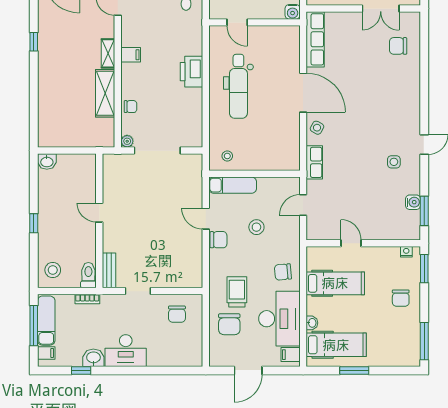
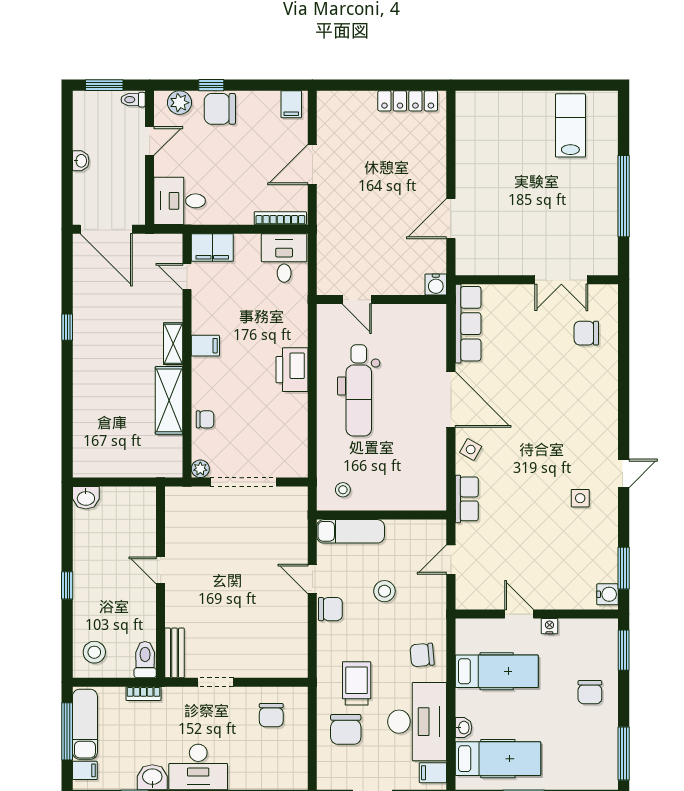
water cooler: (413, 202) -> (607, 594), moved
nightstand: (406, 252) -> (549, 626), moved

